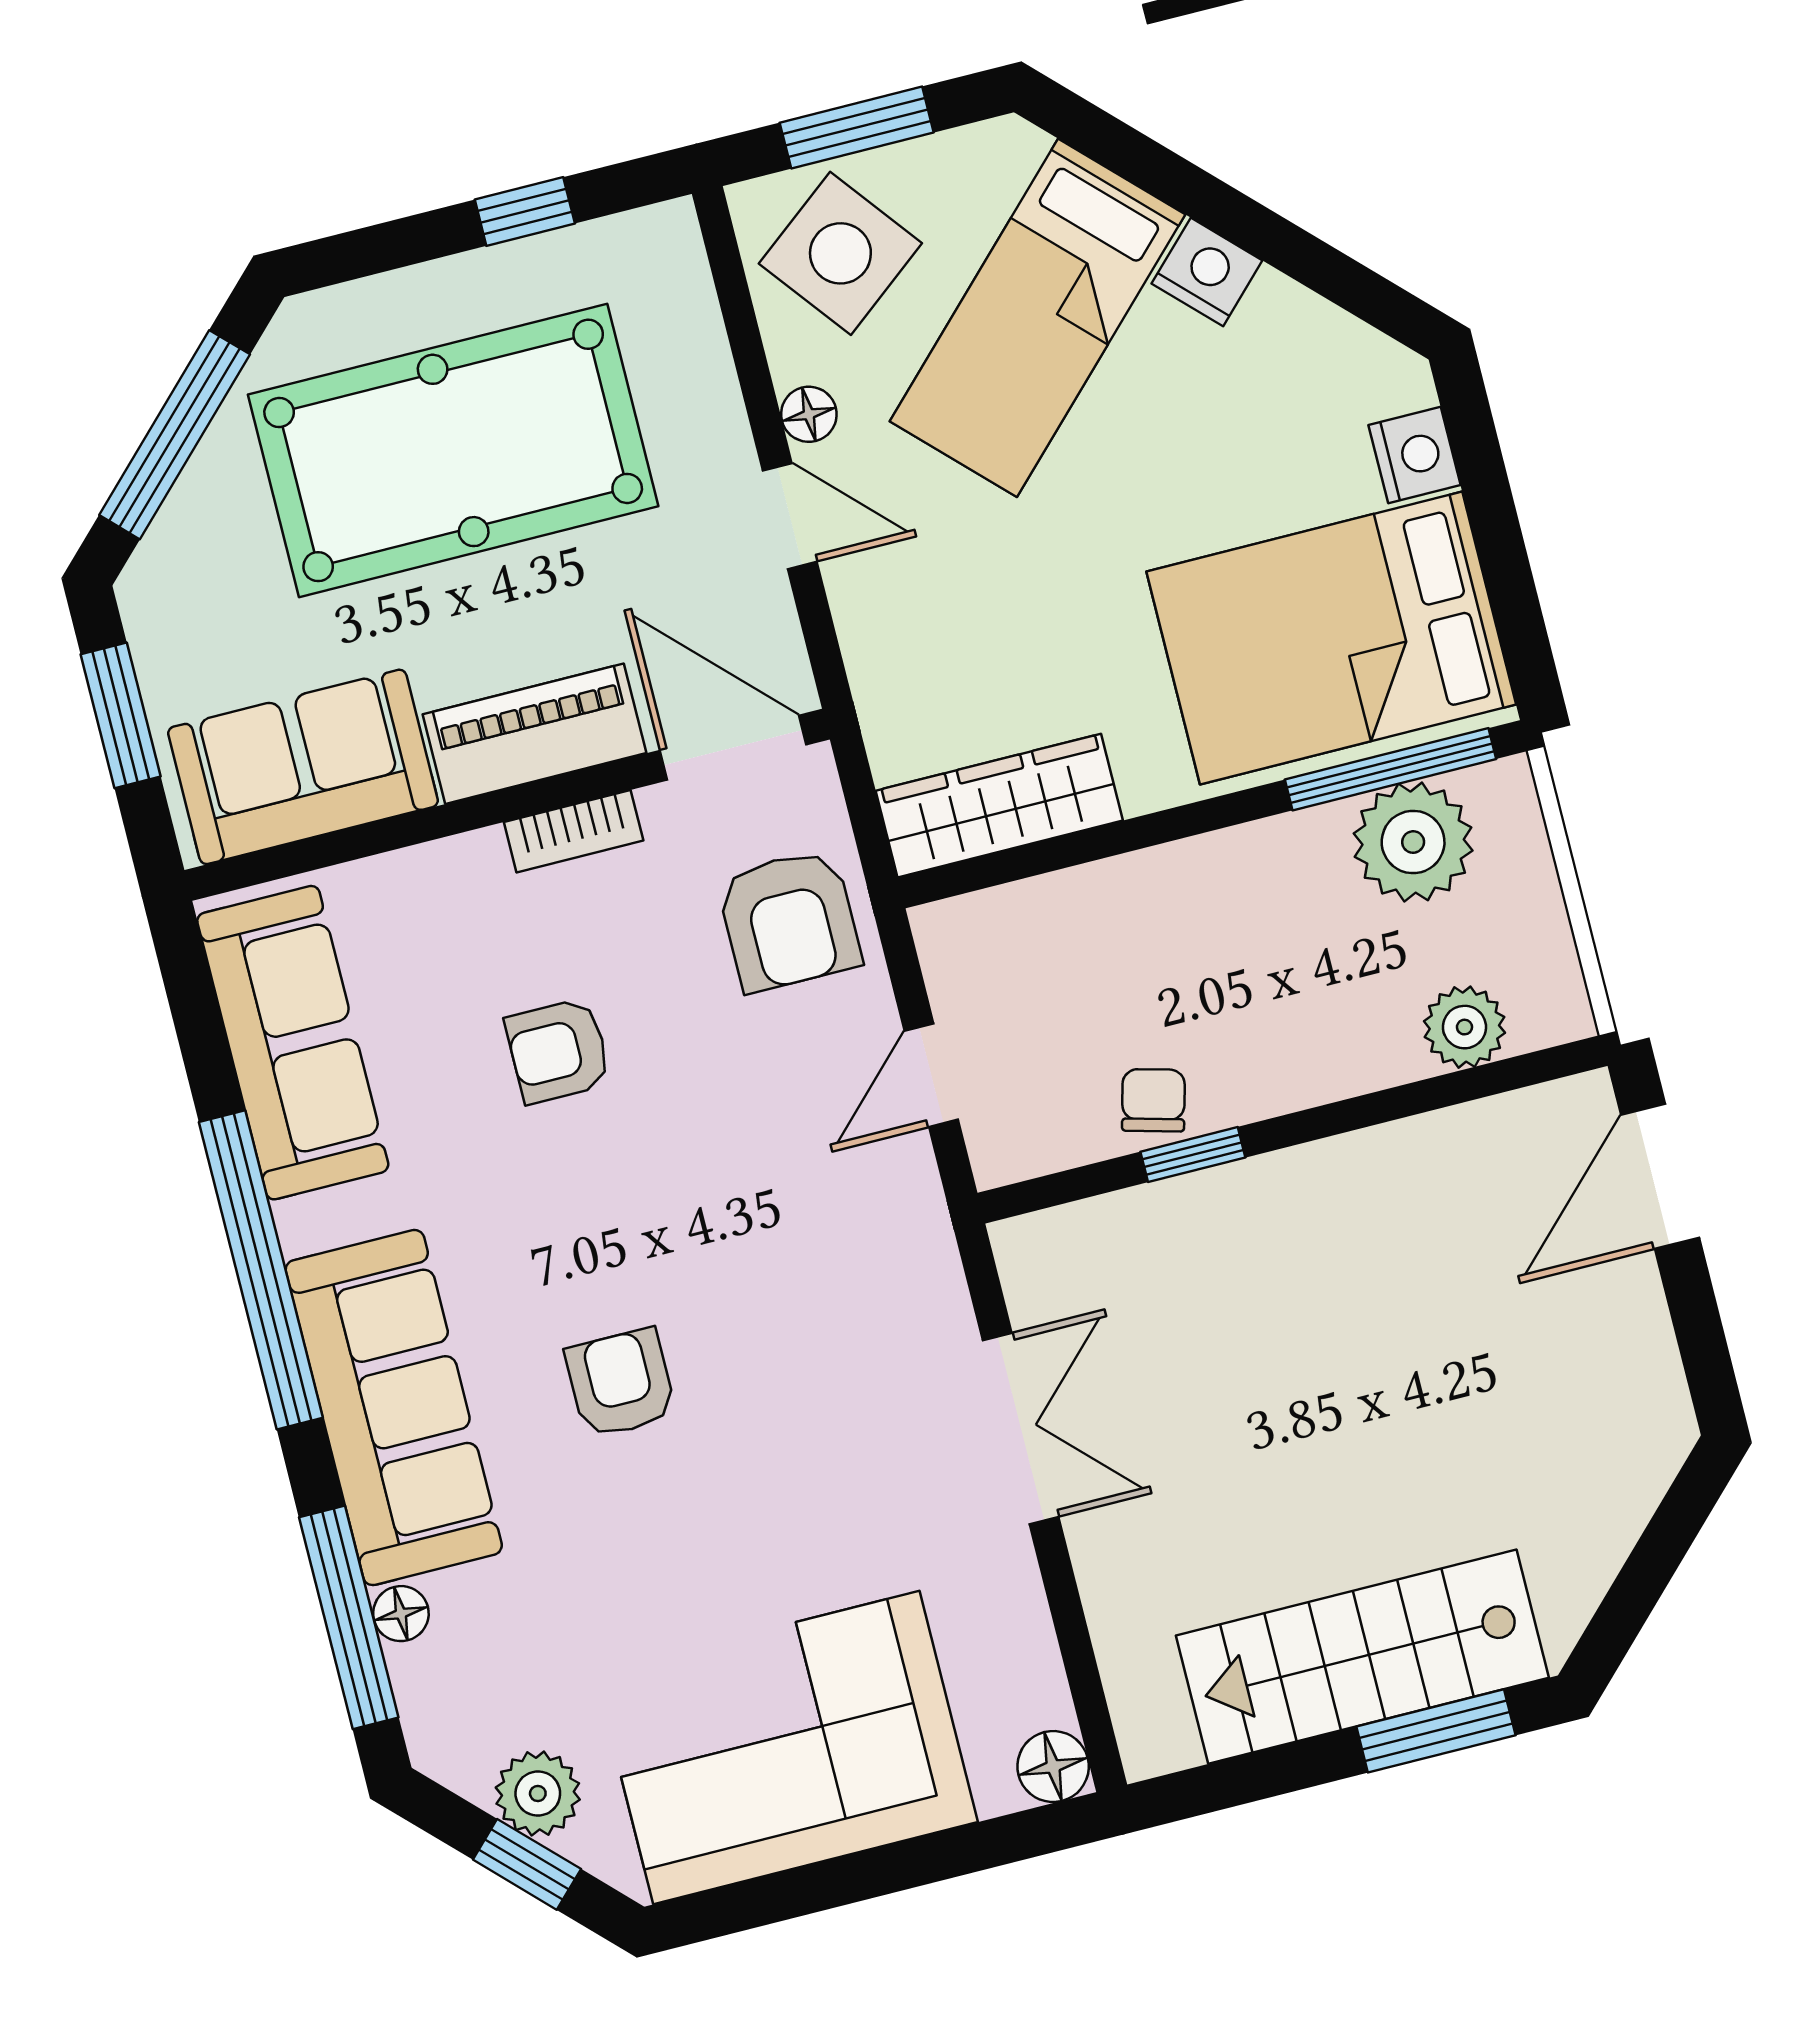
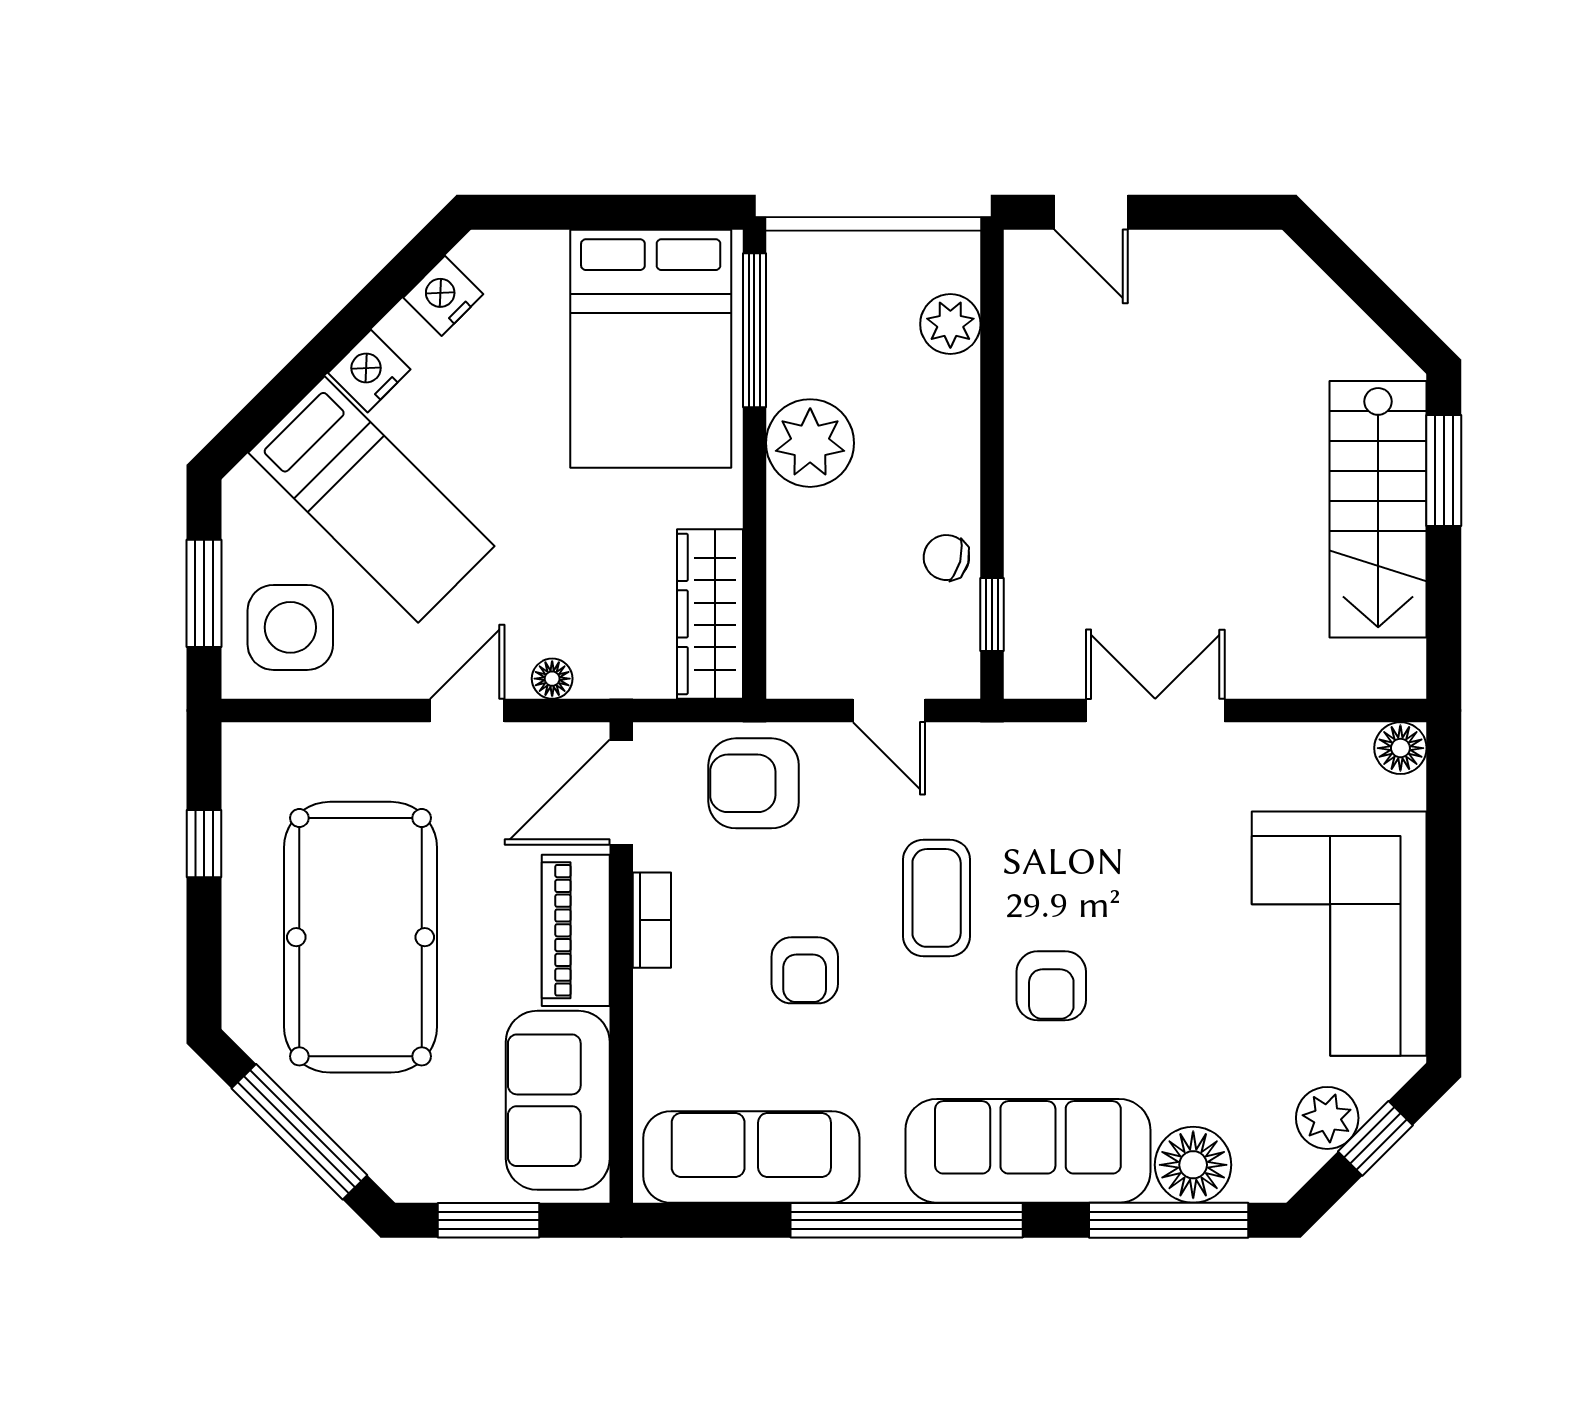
side table: (840, 253) -> (290, 627), turned 38
floor lamp: (809, 414) -> (552, 679), moved
nightstand: (1415, 455) -> (443, 296), moved, turned -45
plant: (1413, 842) -> (810, 443), moved
armchair: (789, 920) -> (754, 783), turned 180
window: (1193, 1155) -> (992, 615), moved
door: (1660, 1176) -> (1091, 212), width x0.73
coffee table: (699, 1201) -> (937, 898), added
armchair: (621, 1383) -> (1051, 986), turned -90
floor lamp: (401, 1614) -> (1193, 1165), width x1.89, depth x1.89

